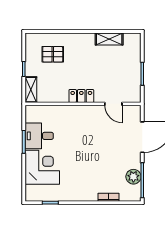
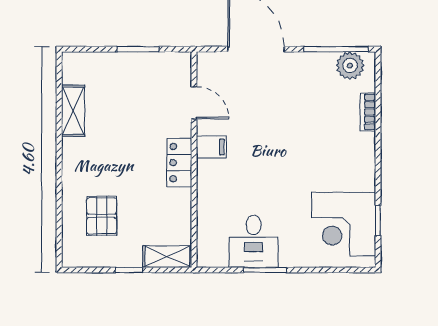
door: (113, 104) -> (194, 103), hinge flipped
filing cabinet: (90, 113) -> (211, 147), added
corner desk: (42, 167) -> (344, 224), moved, turned -90
plant: (133, 177) -> (350, 65), moved

